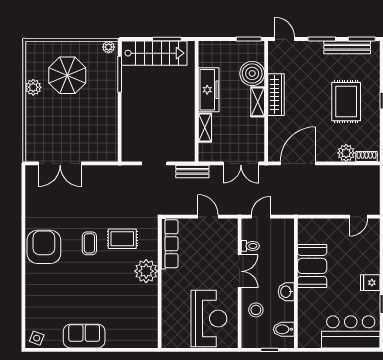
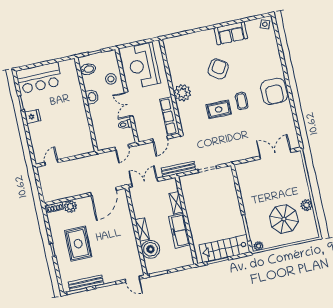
wardrobe: (276, 95) -> (130, 238), removed
bench: (192, 171) -> (178, 169), width x1.36
door: (208, 217) -> (160, 139), hinge flipped
row of seats: (170, 244) -> (170, 116), moved
booth: (312, 266) -> (77, 120), removed
plant: (146, 271) -> (182, 93), moved
wall: (160, 283) -> (171, 86), moved
armchair: (111, 292) -> (218, 69), added

